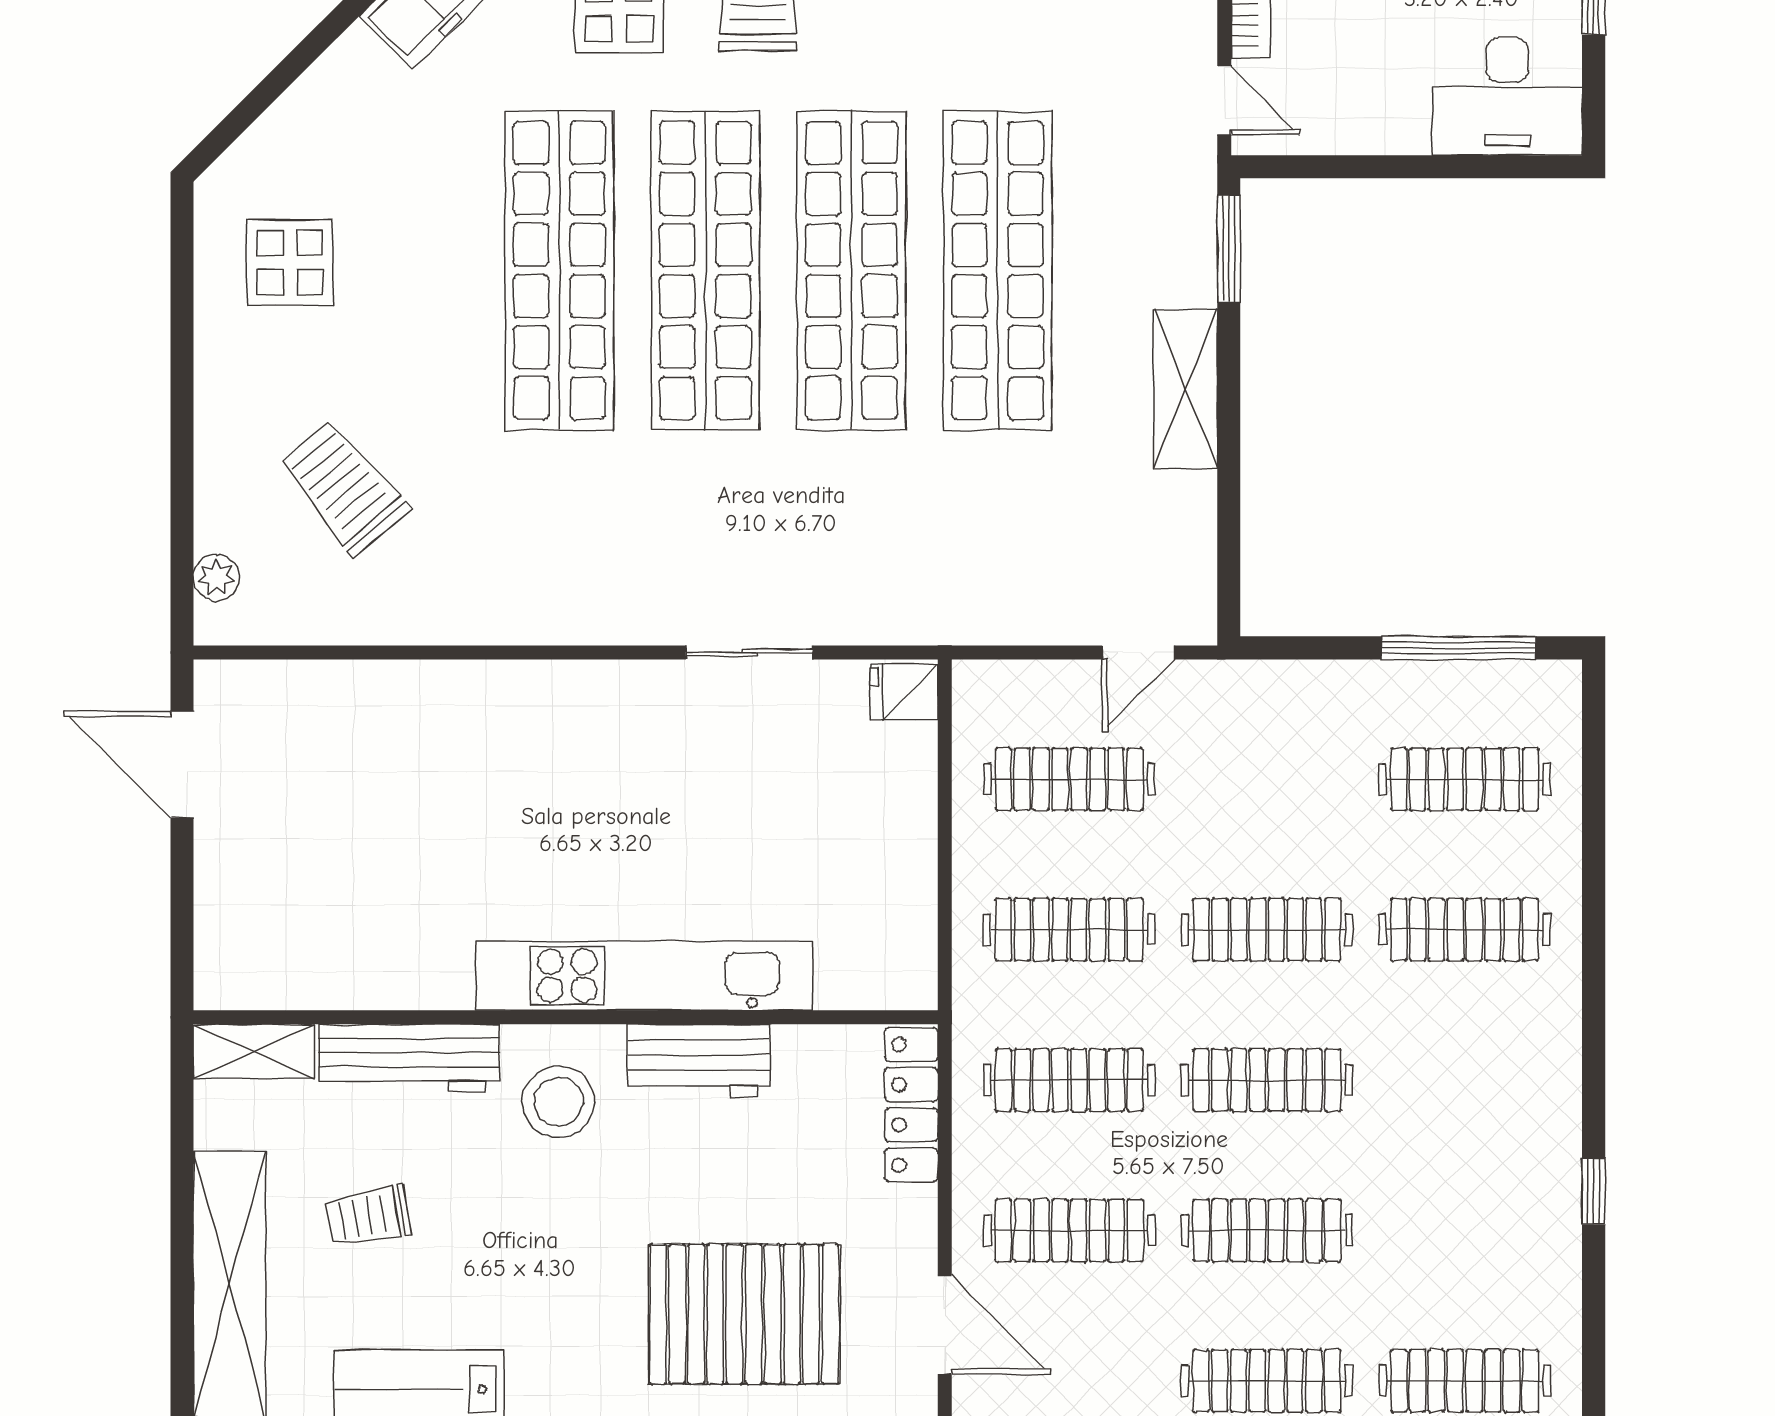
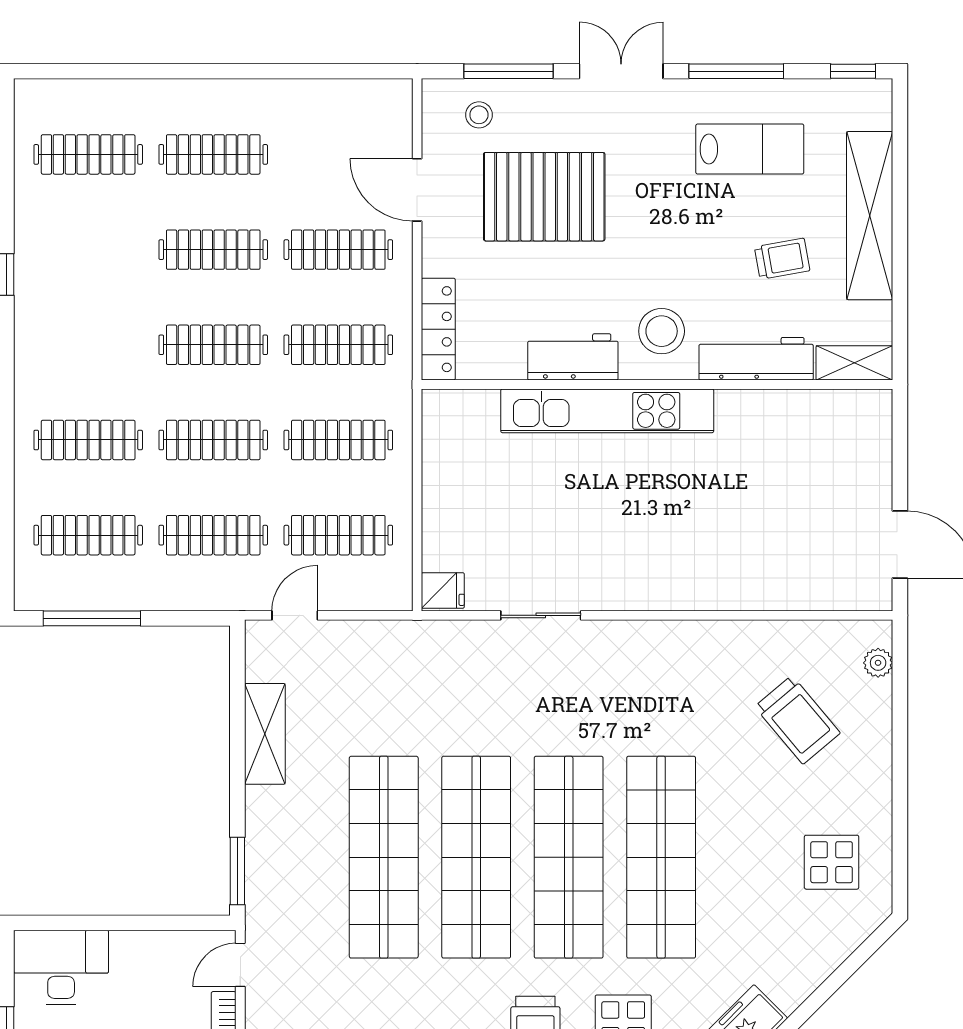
door: (1224, 100) -> (240, 965), hinge flipped
shelving: (1185, 389) -> (265, 734), moved
clothes rail: (1267, 779) -> (213, 535), added

